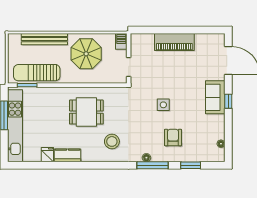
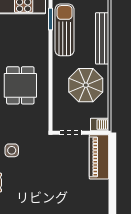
piano: (174, 42) -> (99, 157), moved
side table: (163, 105) -> (12, 150), moved

